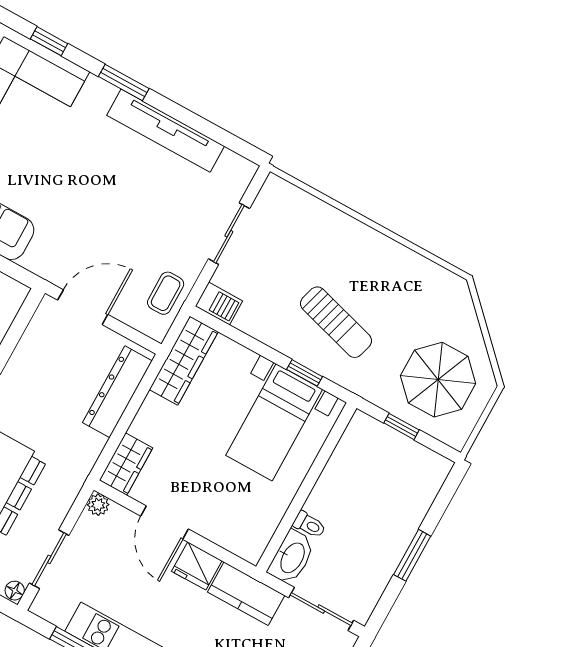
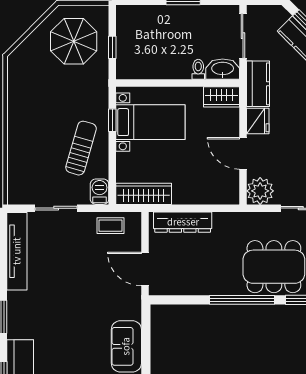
tv unit: (166, 131) -> (17, 251), moved
sun lounger: (336, 322) -> (81, 148), moved
wardrobe: (126, 464) -> (221, 97), moved, turned 180
plant: (98, 505) -> (260, 191), width x1.87, depth x1.87
door: (164, 523) -> (243, 153), swing flipped

